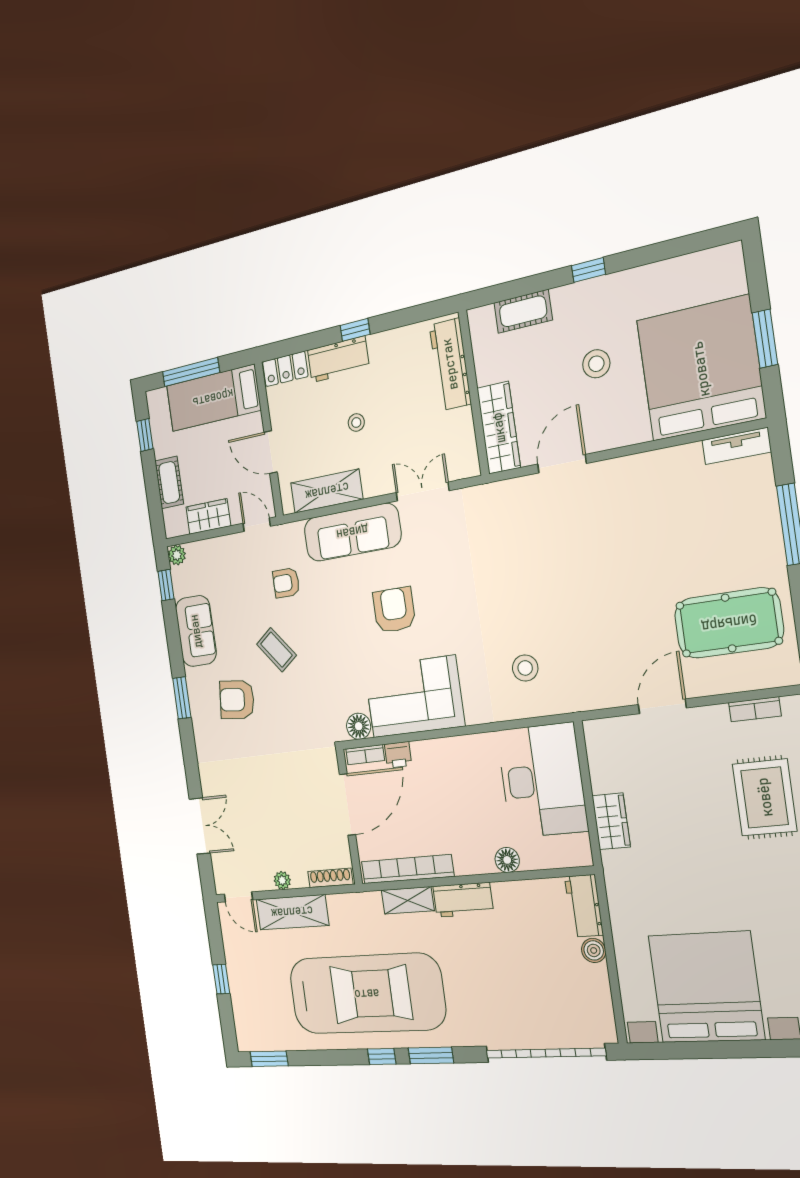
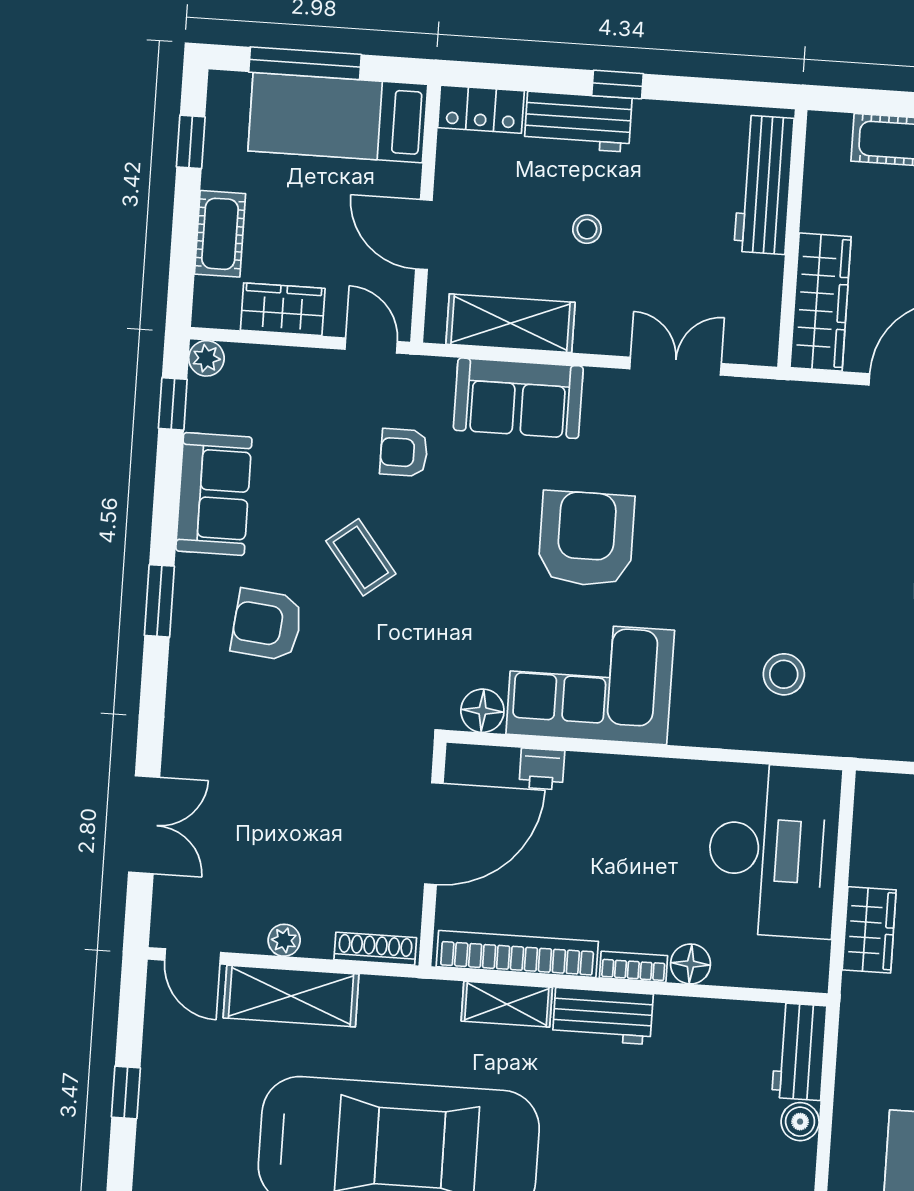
sofa: (352, 532) -> (518, 398), width x0.73
armchair: (394, 610) -> (586, 539), width x1.36, depth x1.36
bookcase: (365, 755) -> (633, 967), moved, turned 180

